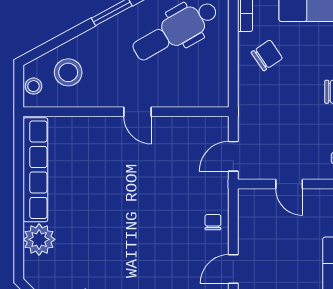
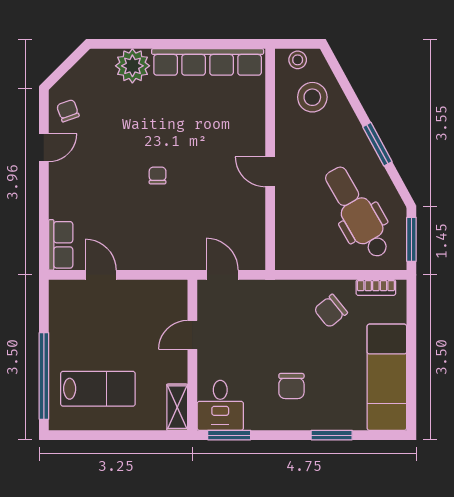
chair: (267, 55) -> (331, 311), turned 85
door: (138, 112) -> (270, 172), hinge flipped
chair: (213, 222) -> (158, 175), moved, turned -90

